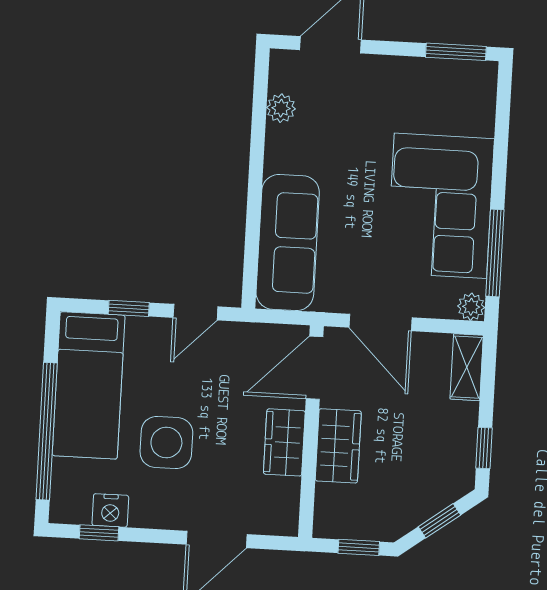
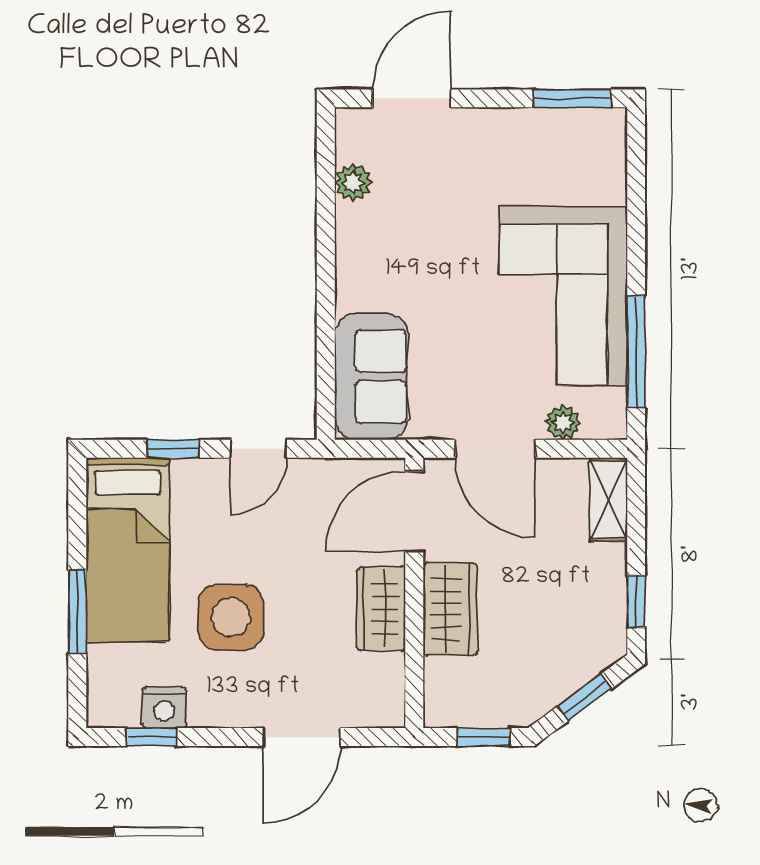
sofa: (288, 243) -> (371, 376), width x0.73
plant: (471, 307) -> (563, 422), moved
window: (47, 431) -> (77, 611), width x0.47

